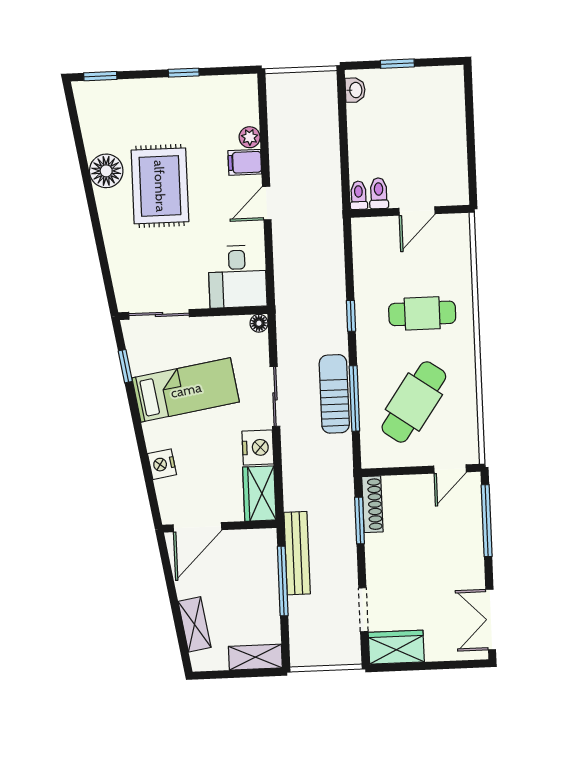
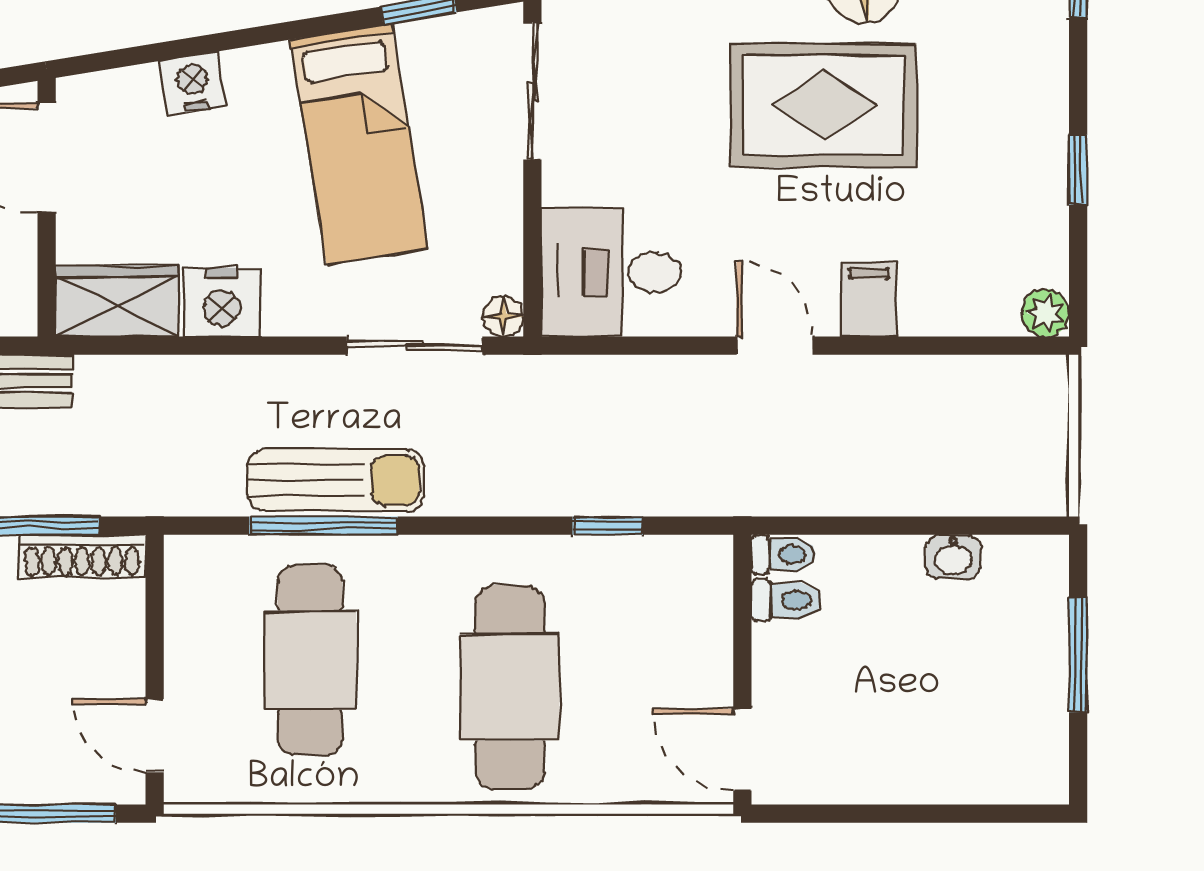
window: (397, 64) -> (1078, 655), width x1.50
washbasin: (355, 90) -> (953, 557), moved
plant: (250, 137) -> (1045, 313), moved
door: (417, 211) -> (742, 750), moved
cafe table: (422, 313) -> (510, 687), width x1.37, depth x1.35
window: (351, 316) -> (608, 526), moved
sliding door: (275, 396) -> (415, 346), moved
cafe table: (414, 402) -> (310, 660), turned 55

